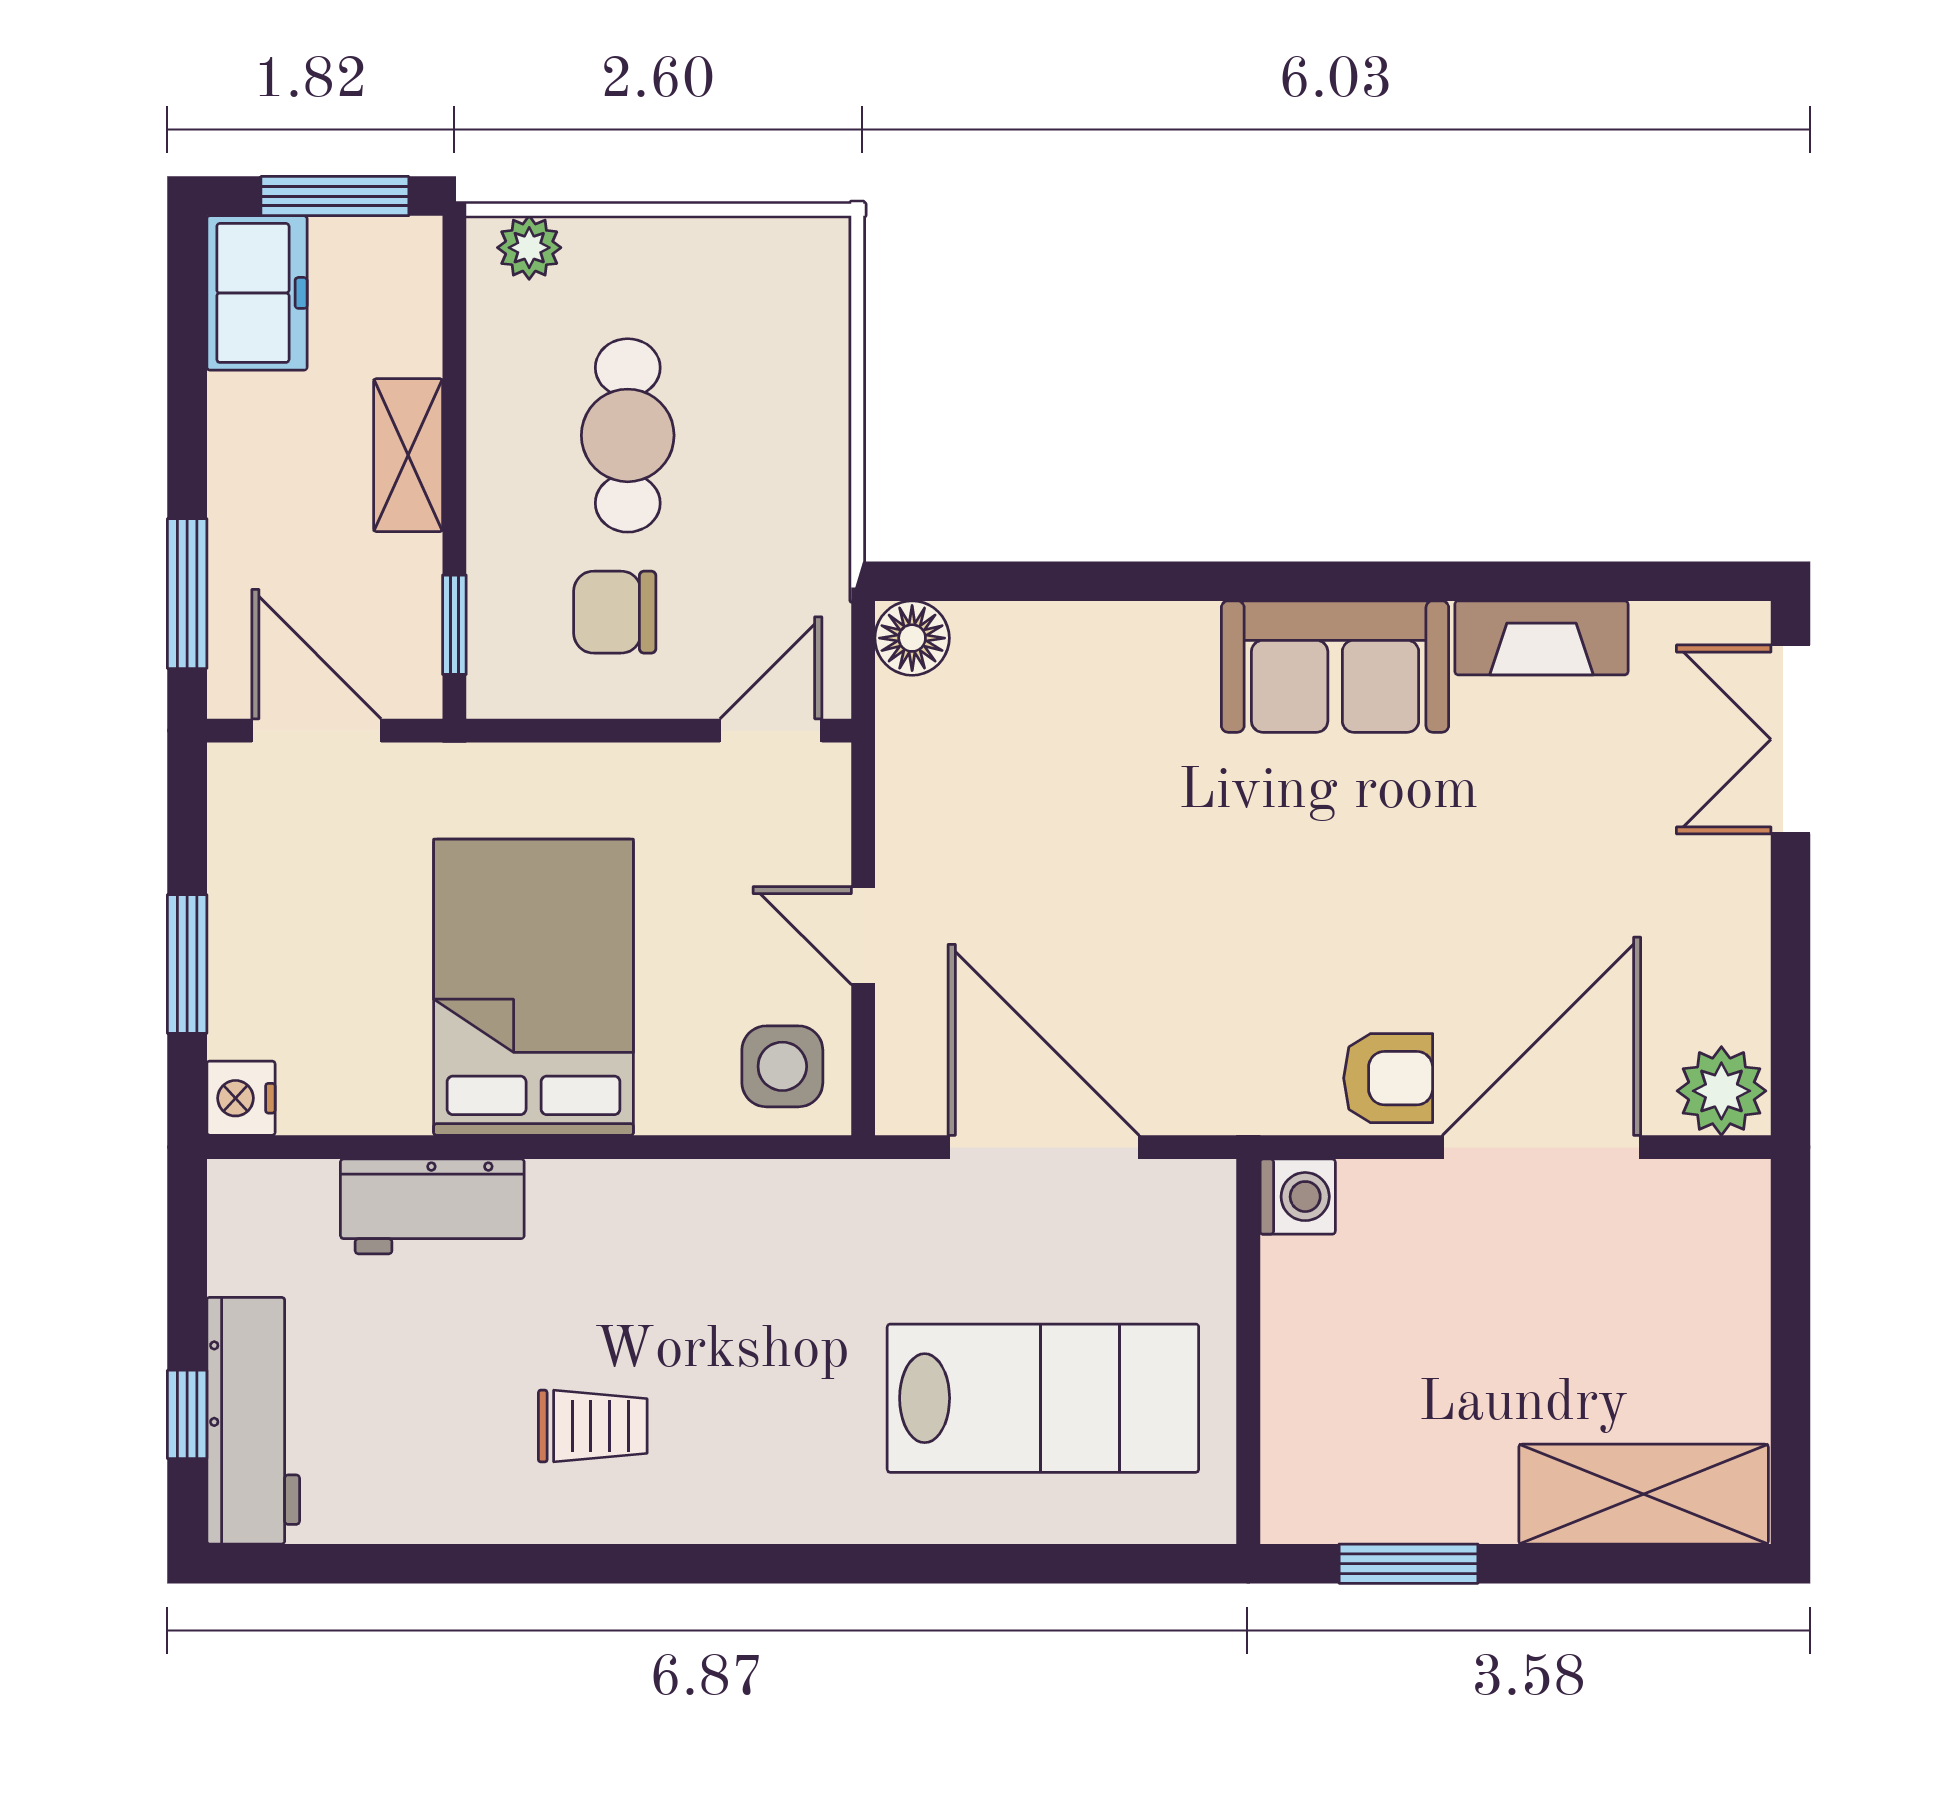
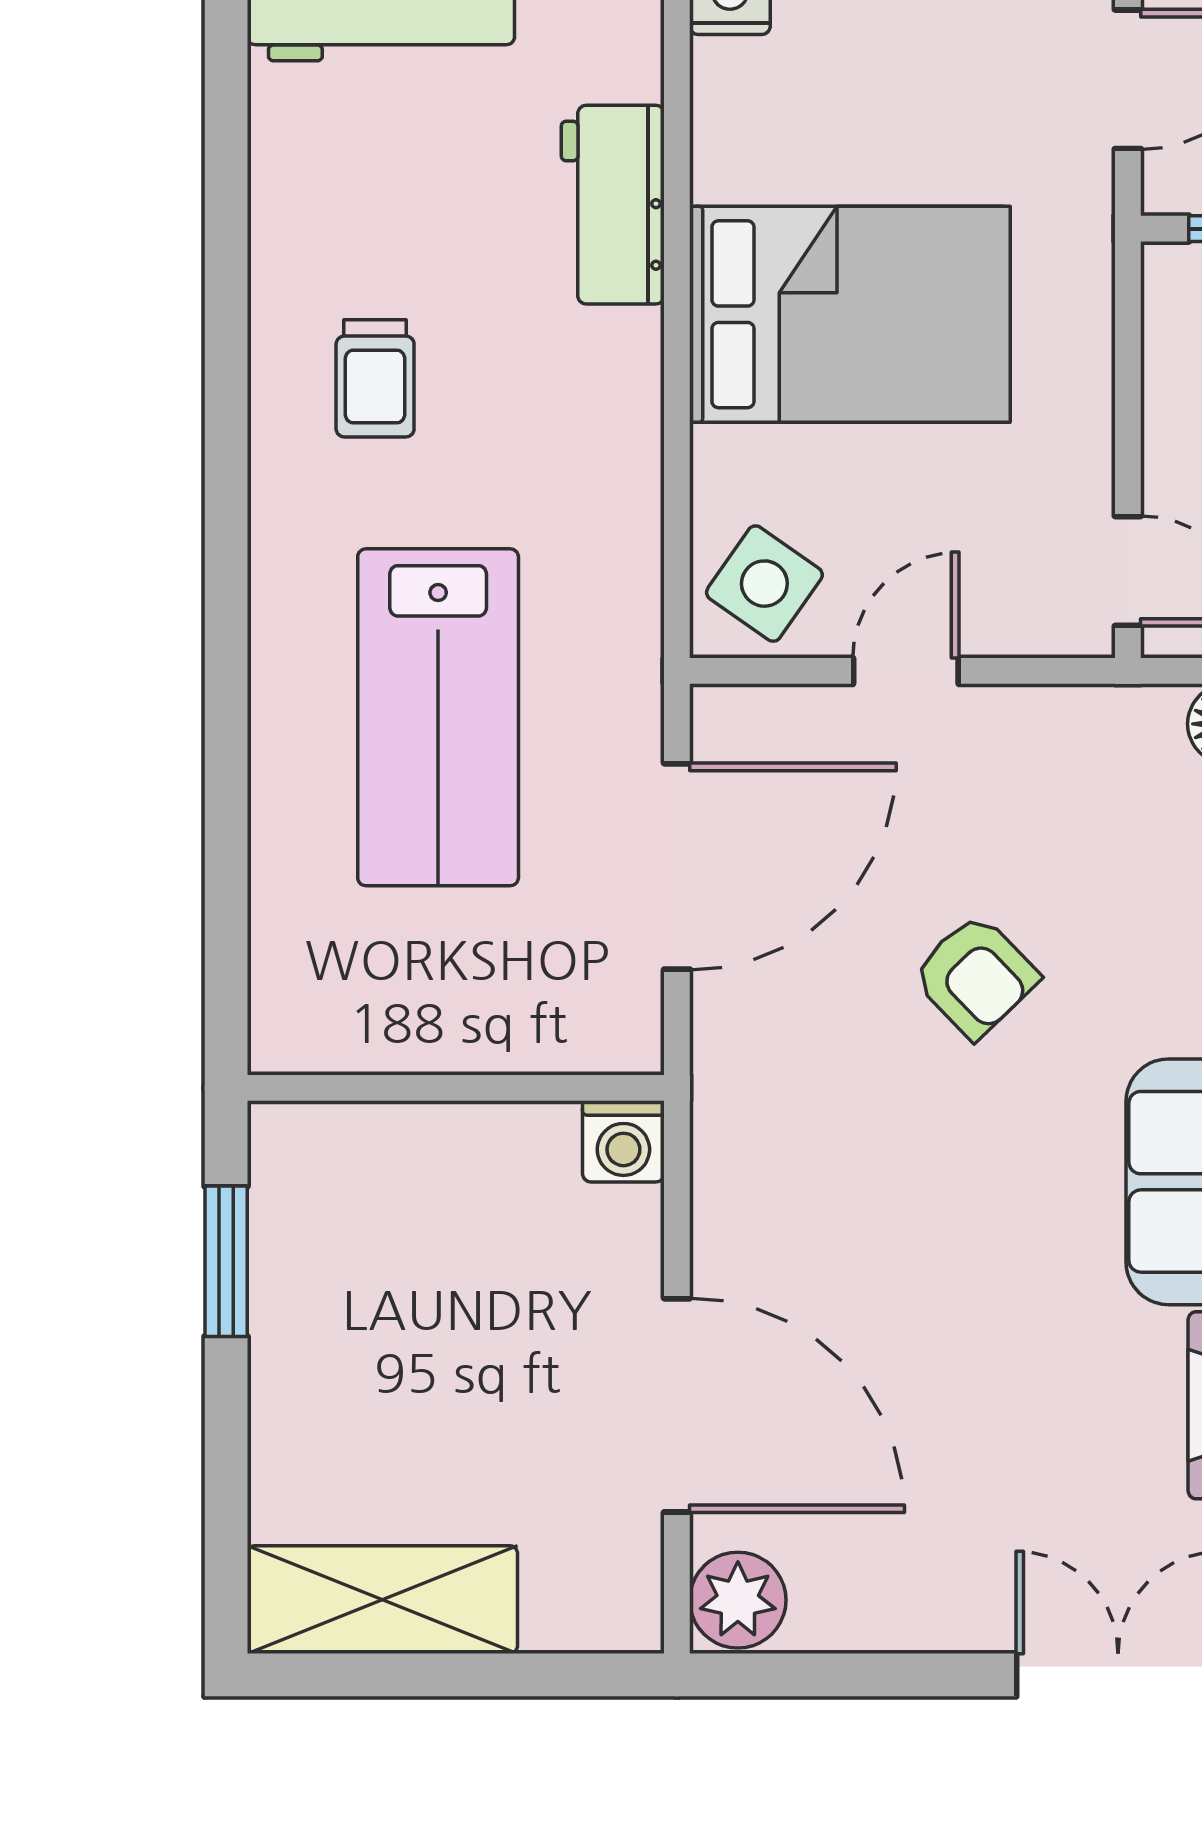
side table: (782, 1066) -> (764, 584), turned 35
armchair: (1388, 1078) -> (975, 976), moved, turned -44
lab bench: (1043, 1398) -> (438, 717), moved
shelving: (1644, 1494) -> (382, 1600), moved, turned 90

